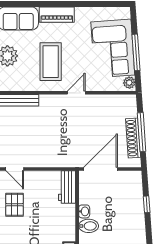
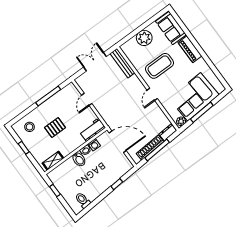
door: (76, 93) -> (152, 94), swing flipped
dresser: (131, 106) -> (168, 132), added
door: (15, 169) -> (87, 99), moved
washing machine: (85, 197) -> (94, 145), added
pallet: (15, 205) -> (55, 128), moved

